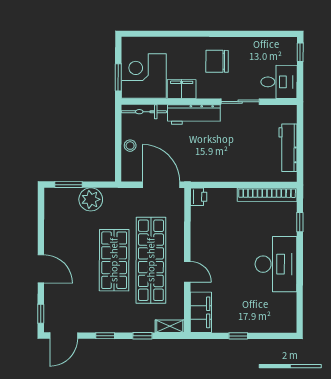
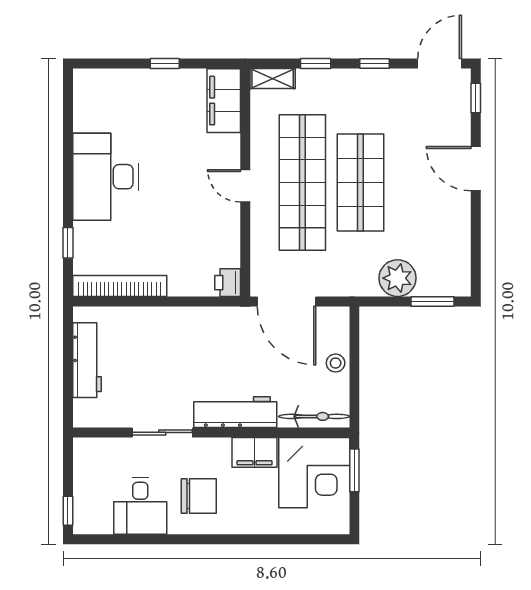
desk: (279, 82) -> (140, 506), moved, turned -90
door: (187, 272) -> (245, 186), moved

